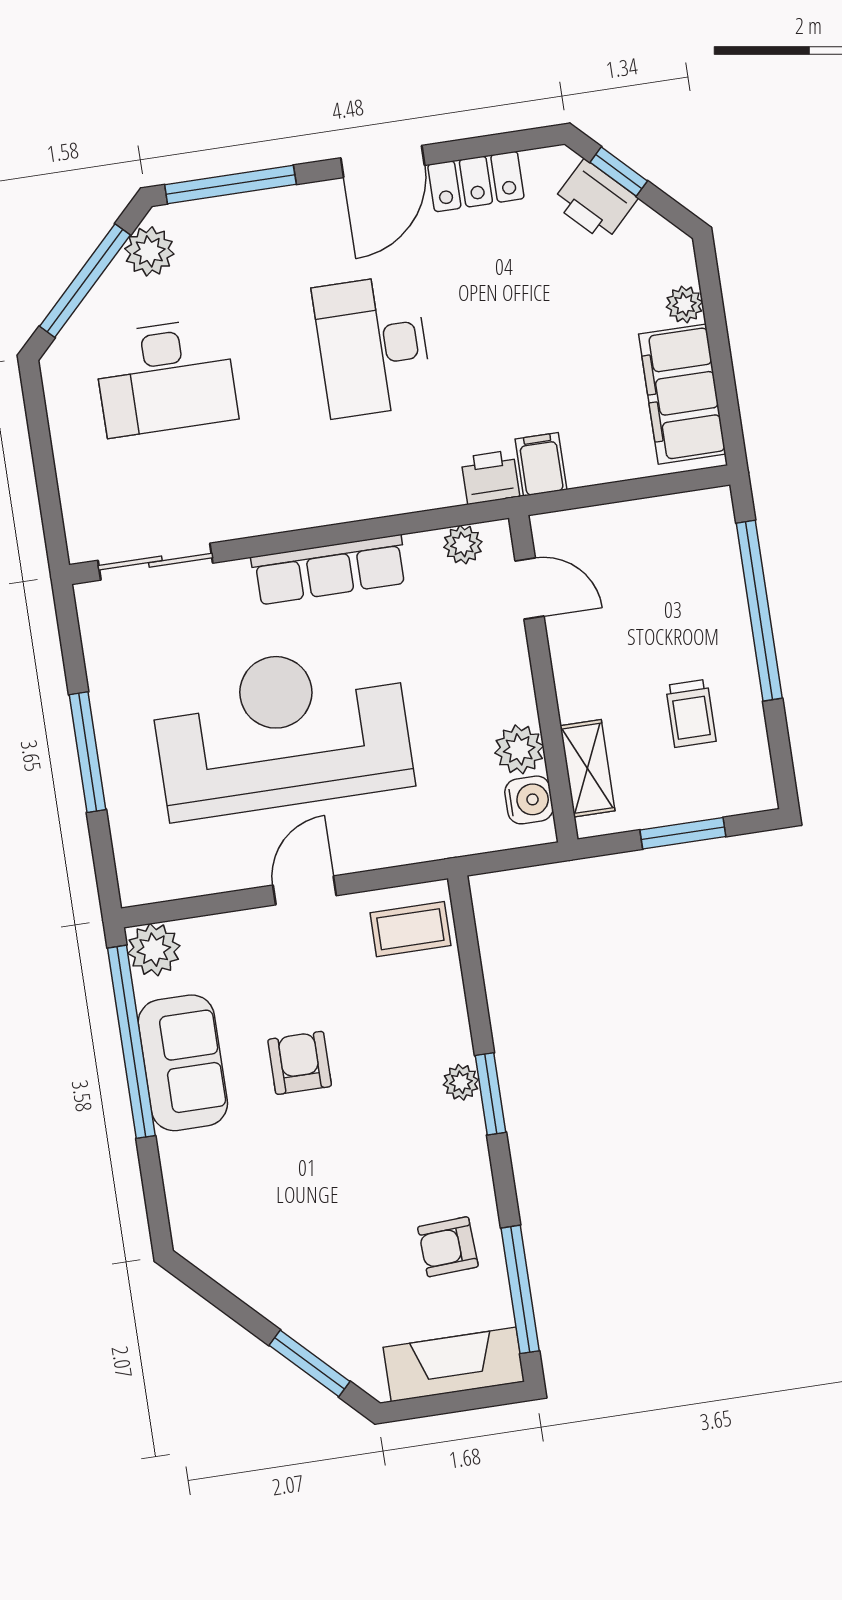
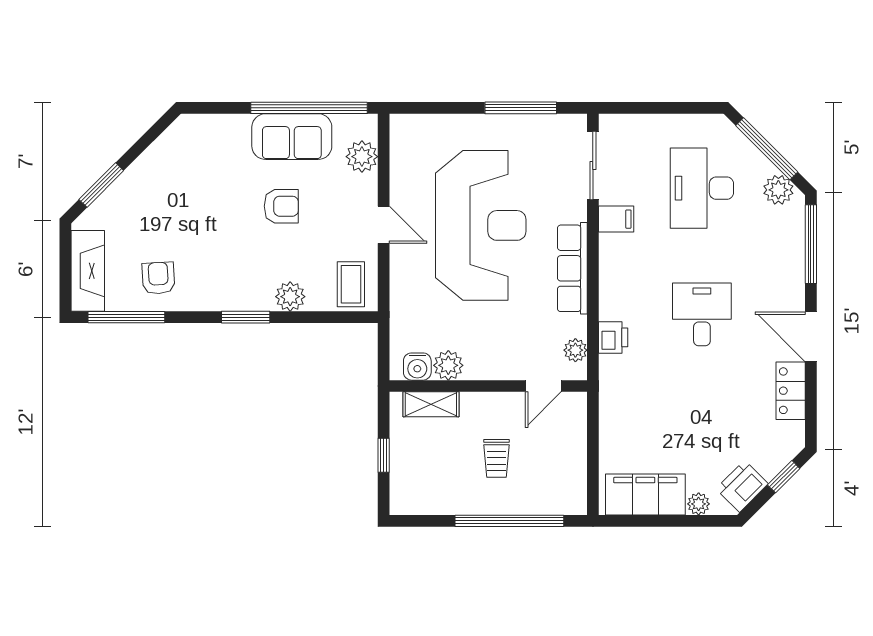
printer: (595, 201) -> (742, 486), moved
desk: (373, 346) -> (702, 314), width x0.73
filing cabinet: (541, 464) -> (616, 219), moved
printer: (490, 477) -> (613, 337), moved
trolley: (691, 713) -> (496, 458), moved, turned -90
window: (88, 752) -> (521, 108), moved
window: (683, 833) -> (384, 455), width x0.67
plant: (154, 950) -> (362, 157), moved
plant: (461, 1082) -> (290, 297), moved, width x1.38, depth x1.38

